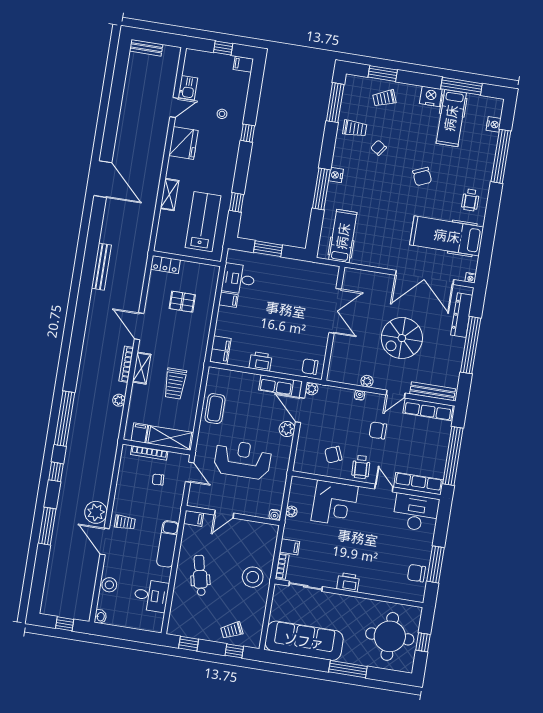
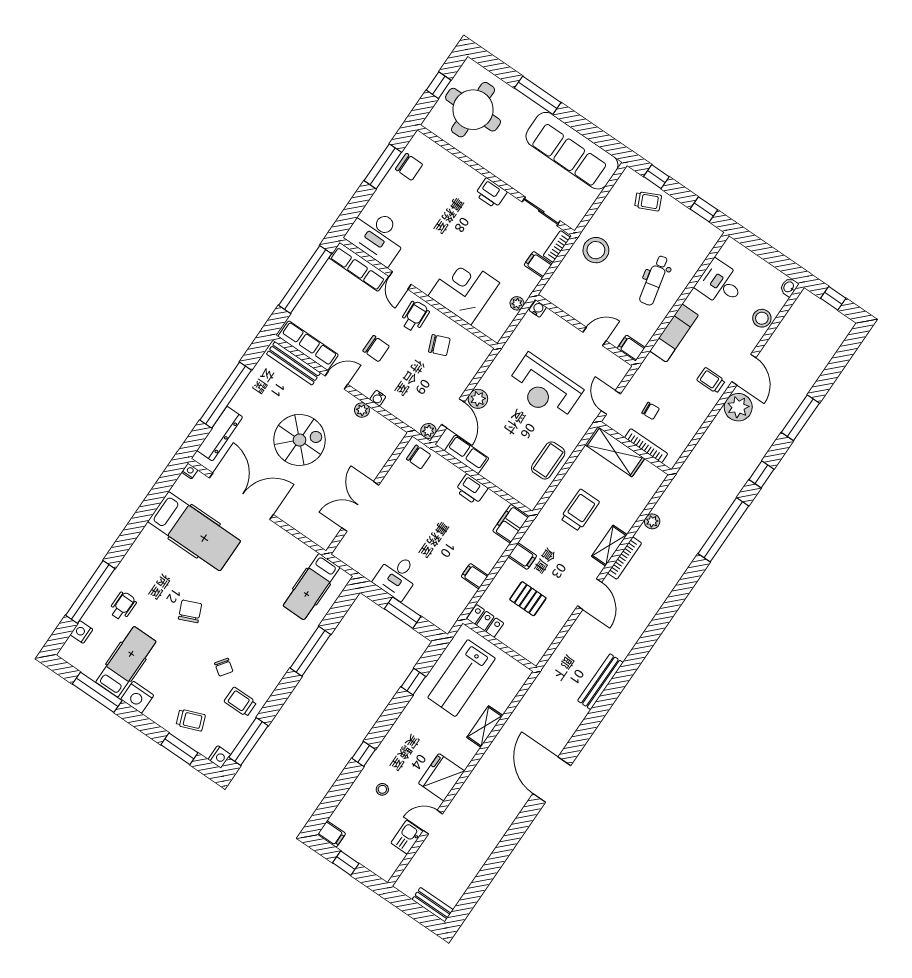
nightstand: (336, 175) -> (219, 757), moved
wheelchair: (470, 200) -> (123, 606), moved
locker: (165, 265) -> (485, 621), moved
desk: (238, 279) -> (397, 576), moved, turned 90
filing cabinet: (139, 433) -> (522, 556), moved, turned -90

